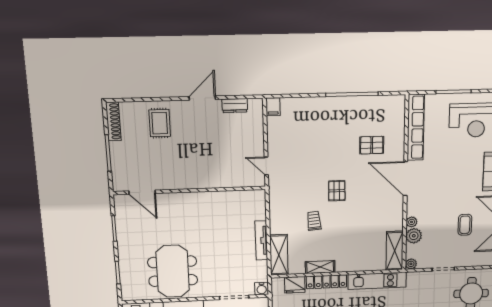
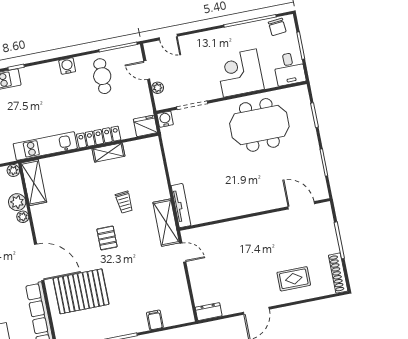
dresser: (235, 106) -> (209, 312), moved
filing cabinet: (273, 107) -> (155, 320), moved
rug: (160, 123) -> (294, 279), turned 90
pallet: (372, 145) -> (81, 291), width x2.05, depth x2.00
tv unit: (261, 240) -> (181, 206), moved
shelving: (279, 255) -> (166, 223), moved
meeting table: (173, 271) -> (259, 125), turned 90
fridge: (295, 285) -> (145, 126), moved

